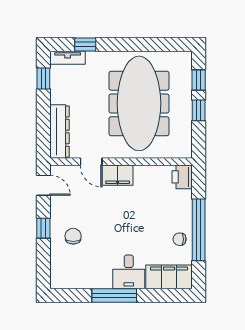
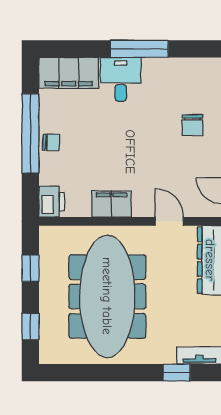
window: (199, 110) -> (30, 268), moved
filing cabinet: (118, 175) -> (111, 204), moved
chair: (180, 239) -> (51, 142), moved

